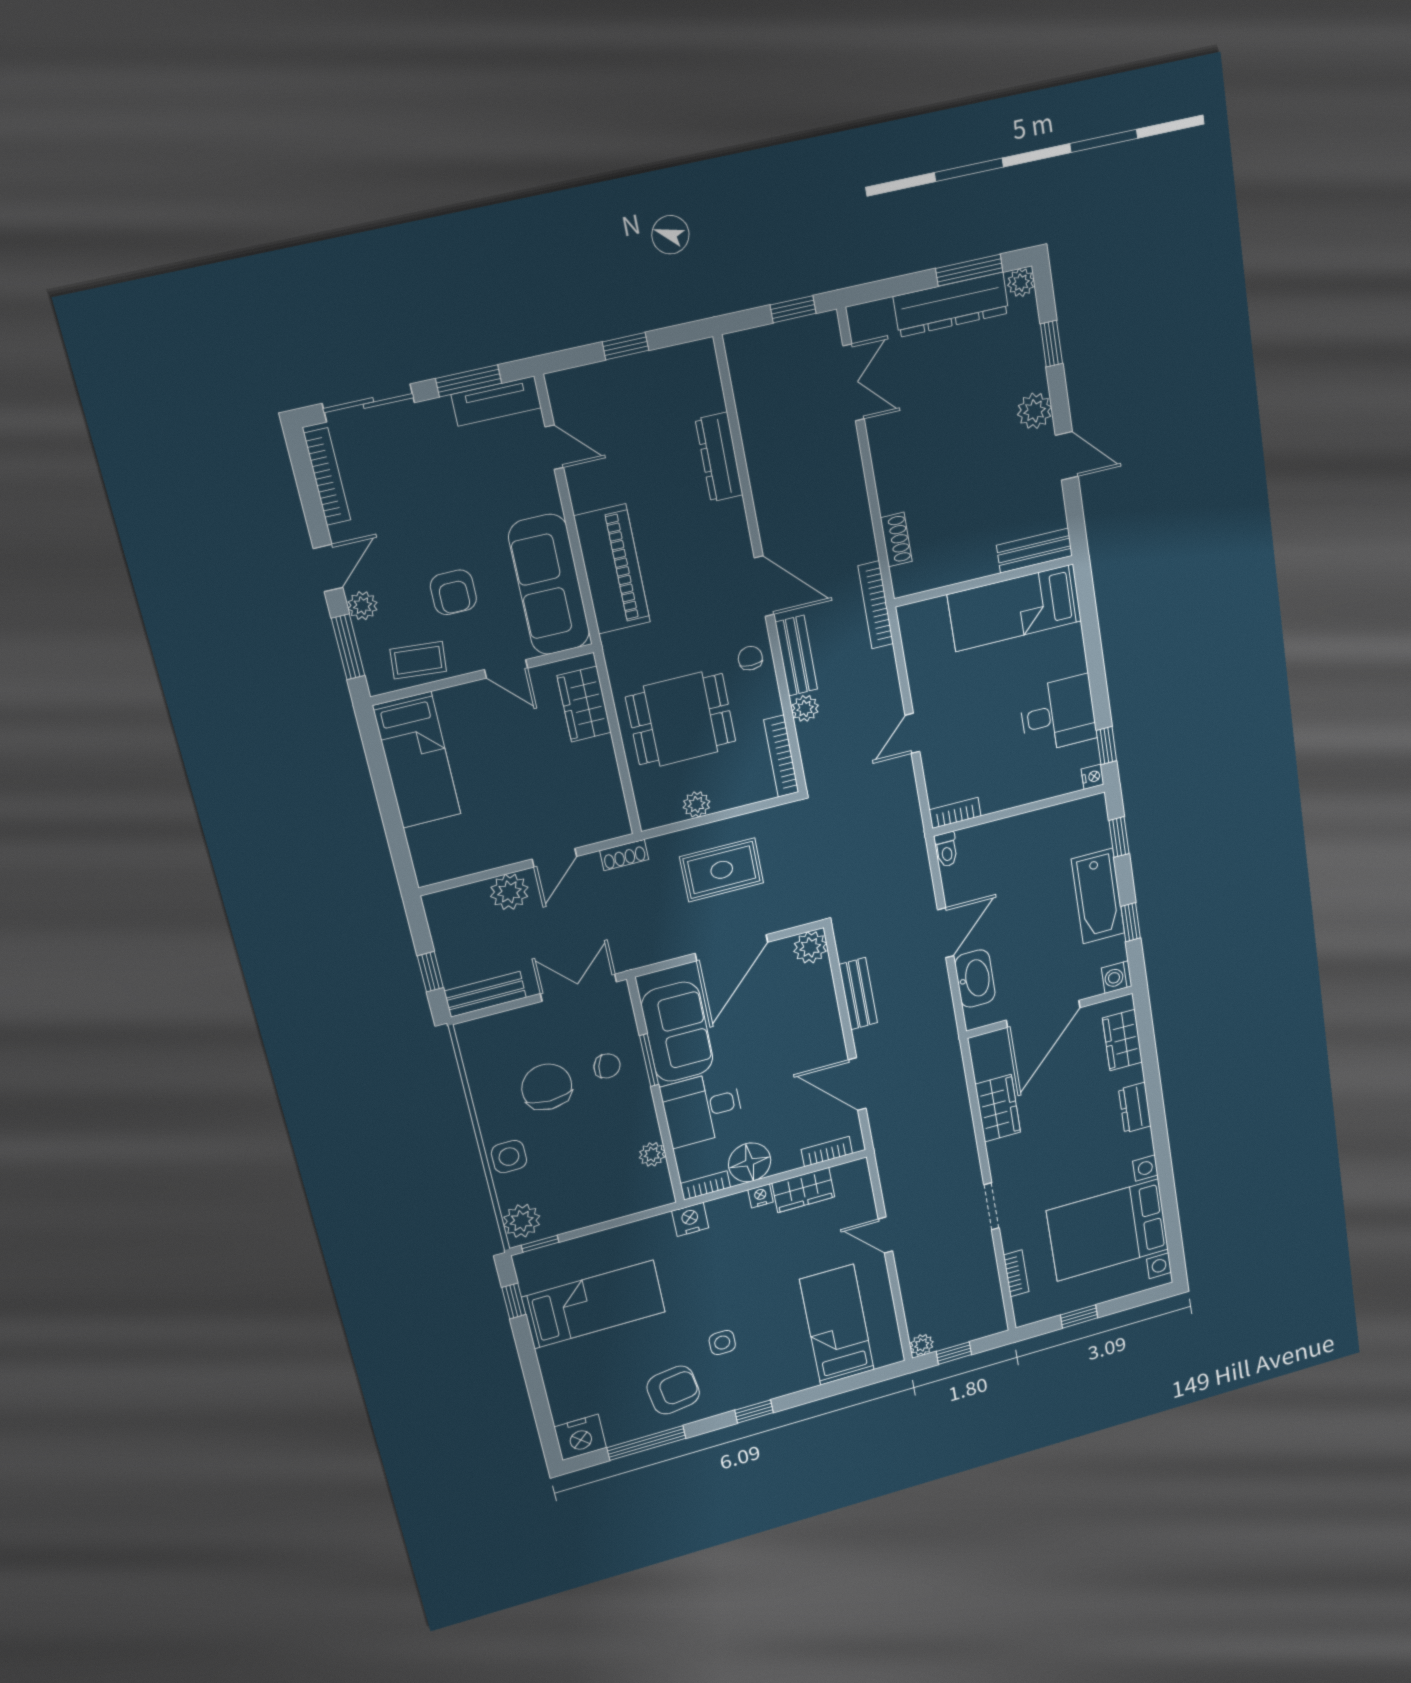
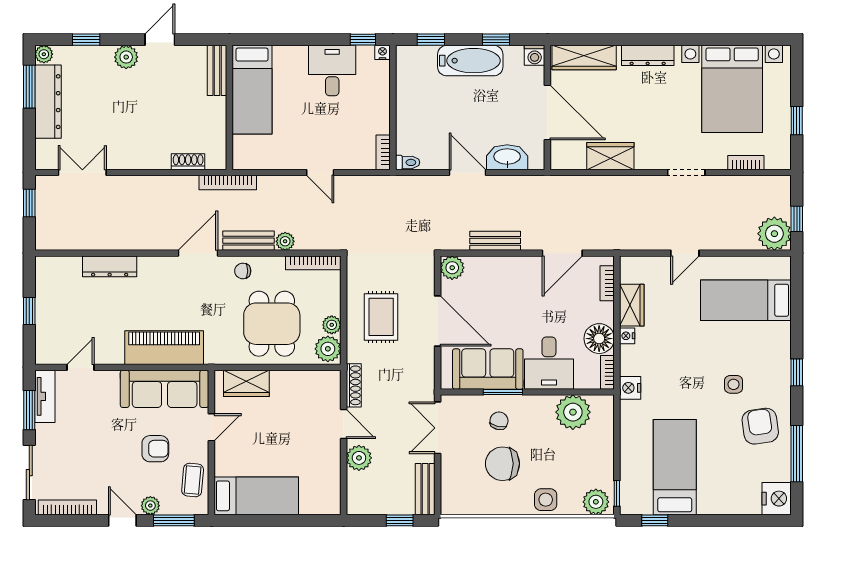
plant: (660, 808) -> (328, 349), added
shoe rack: (624, 855) -> (354, 385), width x1.43
wardrobe: (1122, 1040) -> (584, 58), width x1.50
dresser: (1135, 1108) -> (648, 55), width x1.44
plant: (652, 1154) -> (573, 412), width x1.87, depth x1.87
plant: (922, 1345) -> (774, 234), width x1.88, depth x1.88

